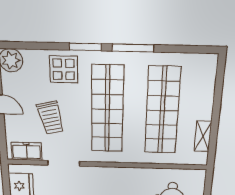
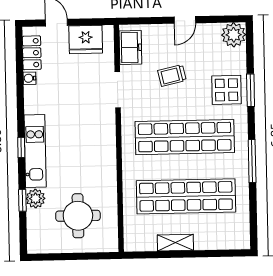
window: (85, 47) -> (251, 90), moved
trolley: (51, 118) -> (172, 75), width x0.73, depth x0.72
shelving: (203, 136) -> (175, 243), moved

